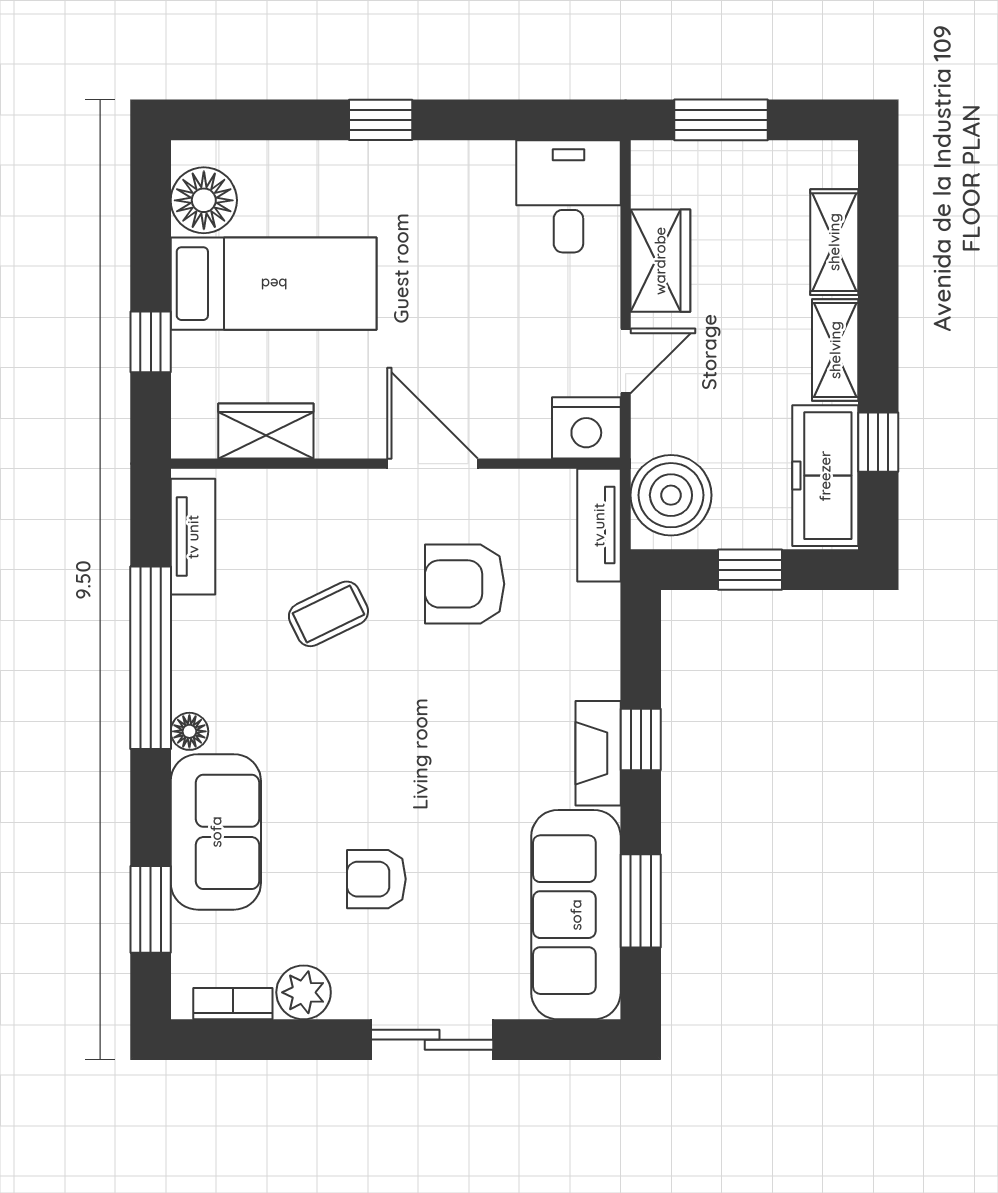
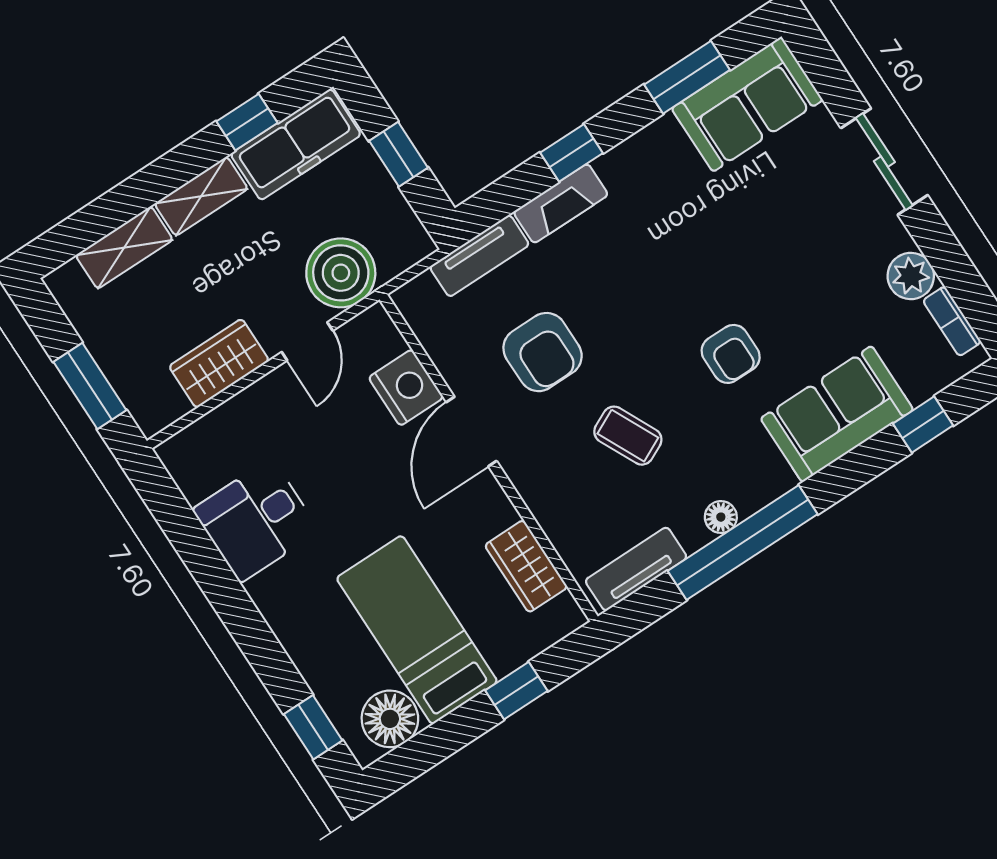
window: (381, 120) -> (313, 727), moved
desk: (568, 196) -> (256, 520), moved
door: (626, 361) -> (307, 341), swing flipped
nightstand: (586, 428) -> (406, 388), moved
boiler: (671, 495) -> (341, 273), moved
tv unit: (599, 525) -> (479, 256), moved
floor lamp: (189, 731) -> (721, 517), moved
fireplace: (598, 753) -> (561, 203), moved
armchair: (376, 879) -> (731, 354), moved
window: (151, 909) -> (923, 424), width x0.67
sofa: (576, 915) -> (747, 104), width x0.73

